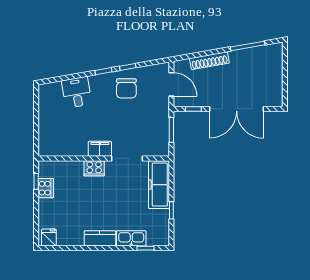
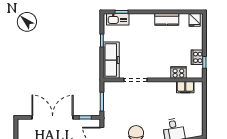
filing cabinet: (100, 149) -> (185, 87), moved
cooker: (94, 168) -> (178, 72), moved
kitchen counter: (100, 238) -> (167, 19), moved
kitchen sink: (131, 238) -> (118, 19), moved

